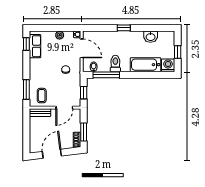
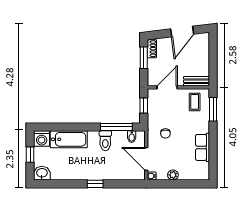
washbasin: (151, 37) -> (42, 173), moved
window: (26, 44) -> (213, 164), removed
row of seats: (35, 46) -> (203, 147), moved

